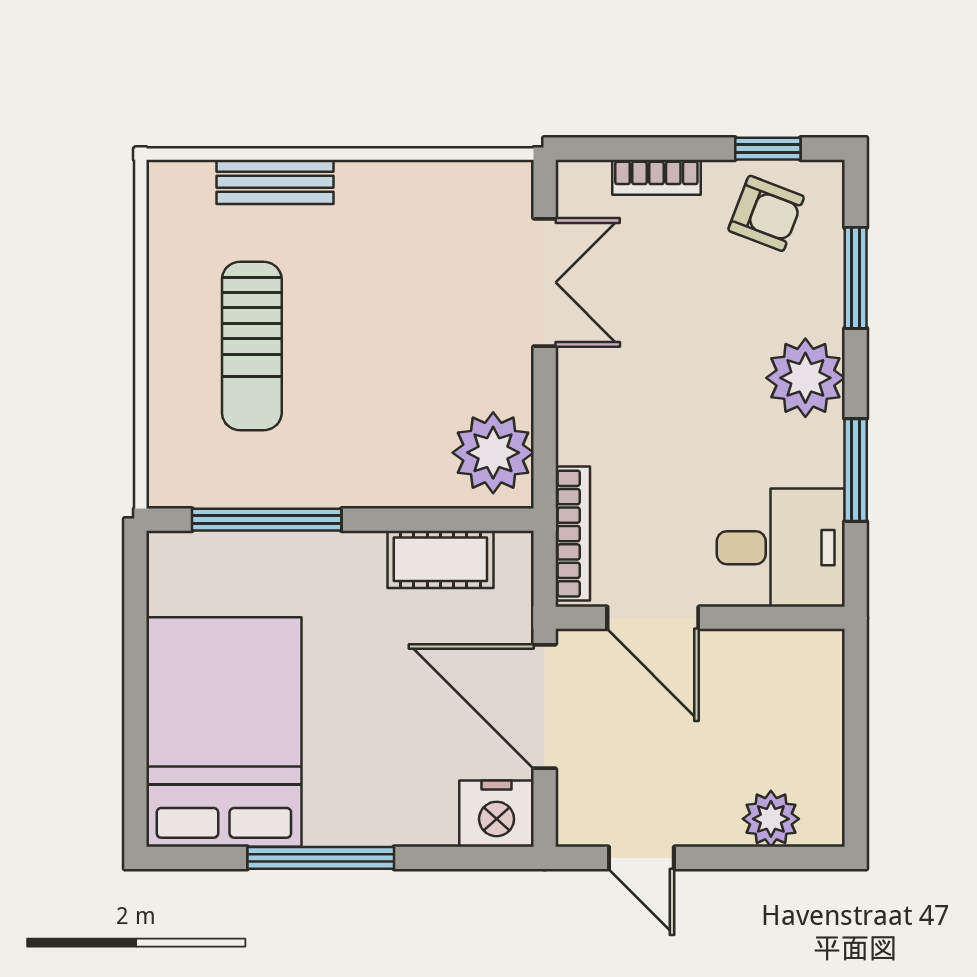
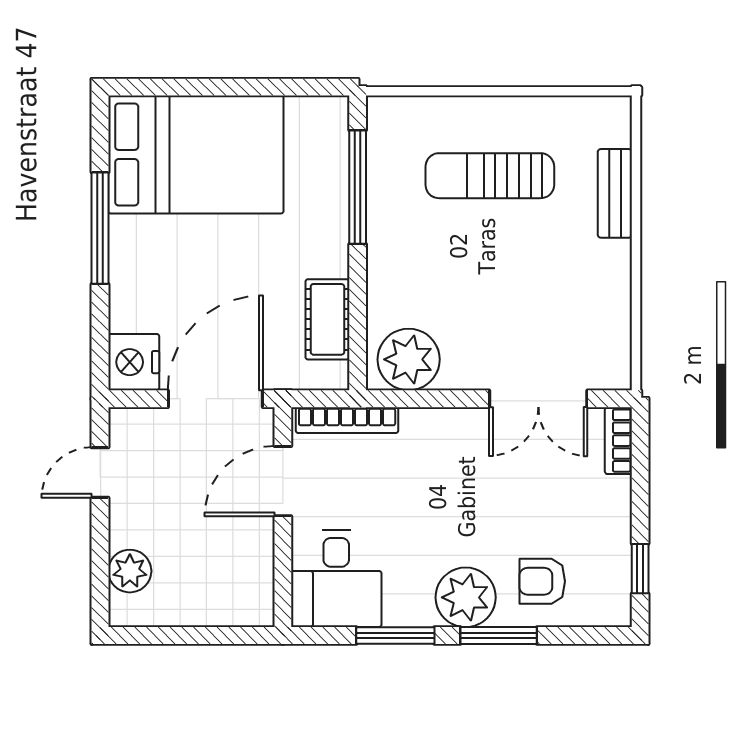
bookcase: (656, 177) -> (618, 441), moved
armchair: (766, 213) -> (542, 581), moved, turned 69
window: (856, 278) -> (499, 636), moved

